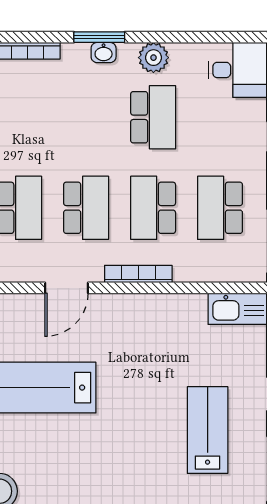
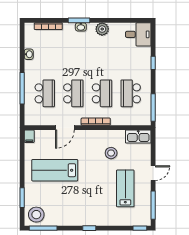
school desk: (153, 117) -> (102, 55), removed
school desk: (153, 208) -> (102, 93), turned 180
stool: (174, 347) -> (111, 153), added

